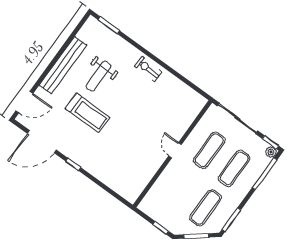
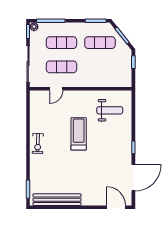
bench: (63, 65) -> (57, 200), moved
weight bench: (99, 76) -> (110, 110), moved
treadmill: (87, 113) -> (79, 134), moved
door: (42, 142) -> (133, 178), hinge flipped
door: (175, 150) -> (56, 89), moved

